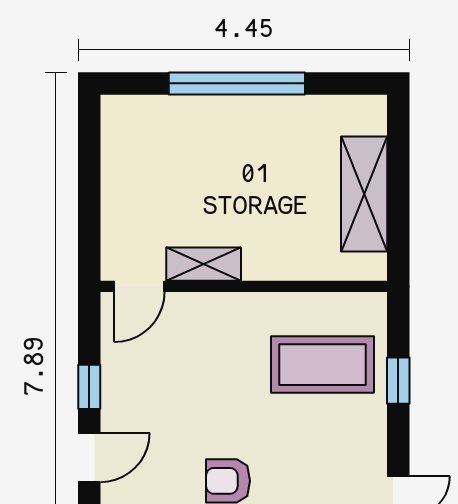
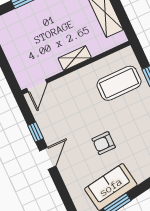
shelving: (204, 264) -> (75, 58), moved

